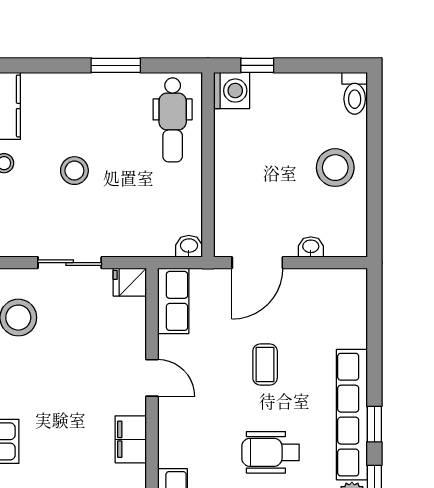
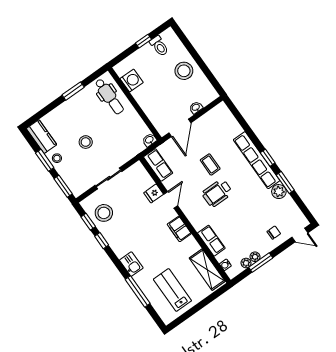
window: (257, 65) -> (144, 41), moved
washing machine: (232, 91) -> (132, 81), moved
toilet: (355, 93) -> (159, 46), moved
fridge: (130, 282) -> (154, 193), moved
door: (152, 378) -> (171, 200), hinge flipped
wheelchair: (271, 452) -> (217, 193), moved

